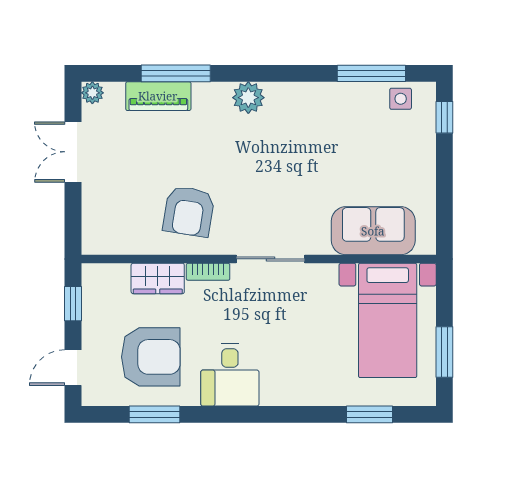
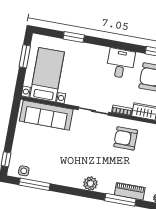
armchair: (189, 211) -> (126, 138), turned -99
sofa: (373, 231) -> (46, 115), width x1.36
window: (370, 414) -> (74, 37), moved

